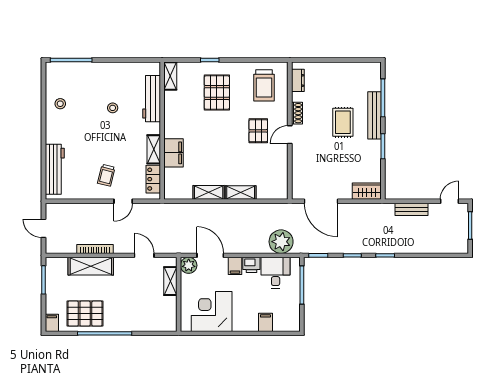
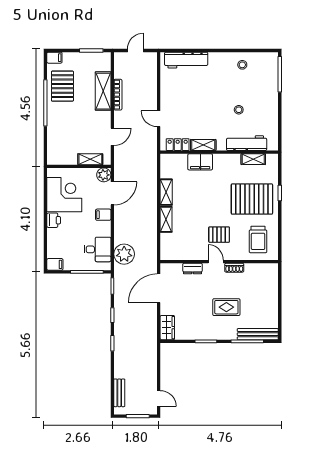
shelving: (170, 76) -> (253, 159), moved
dresser: (298, 80) -> (193, 269), moved
trolley: (264, 85) -> (258, 239), turned -90
pallet: (217, 92) -> (252, 199), width x1.37, depth x1.41
bench: (374, 115) -> (258, 334), moved
trolley: (106, 175) -> (181, 104), removed
bench: (411, 209) -> (119, 393), moved
printer: (251, 265) -> (54, 220), moved, turned 180
filing cabinet: (265, 322) -> (55, 264), moved

